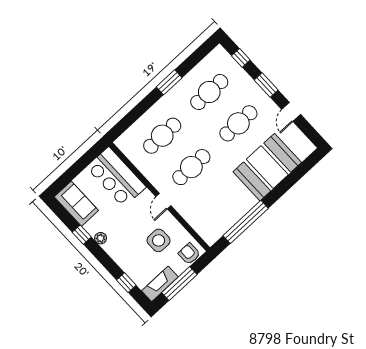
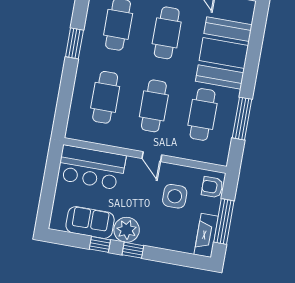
cafe table: (220, 198) -> (203, 114), added
sofa: (76, 204) -> (90, 223), moved
window: (246, 222) -> (242, 119), width x0.68
plant: (101, 238) -> (127, 230), width x1.87, depth x1.87
window: (126, 283) -> (133, 250), moved

